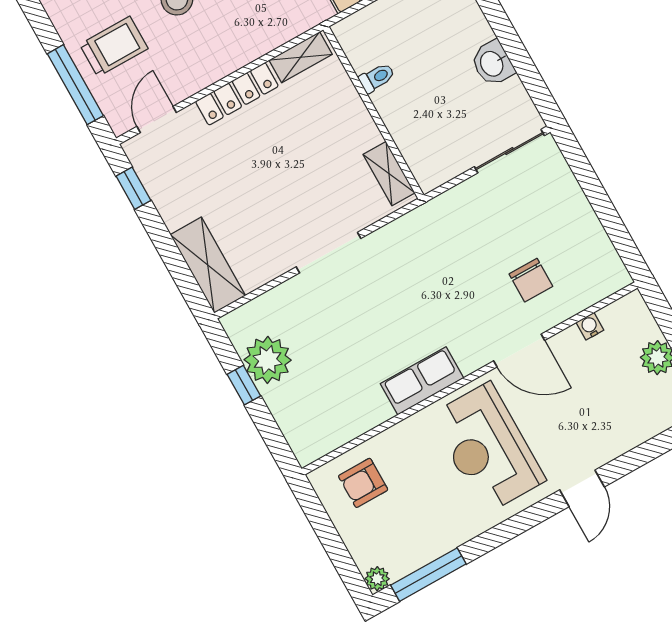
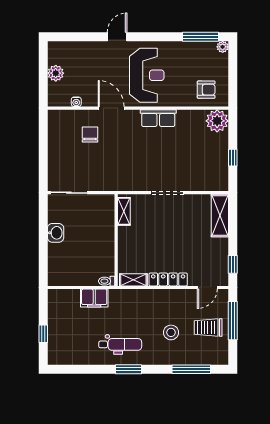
toilet: (377, 78) -> (107, 281), moved
plant: (268, 360) -> (217, 121), moved

